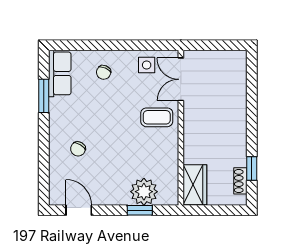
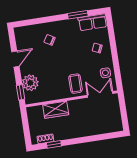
wardrobe: (195, 185) -> (56, 110), moved
door: (79, 210) -> (15, 59), moved
window: (140, 210) -> (21, 92), moved

